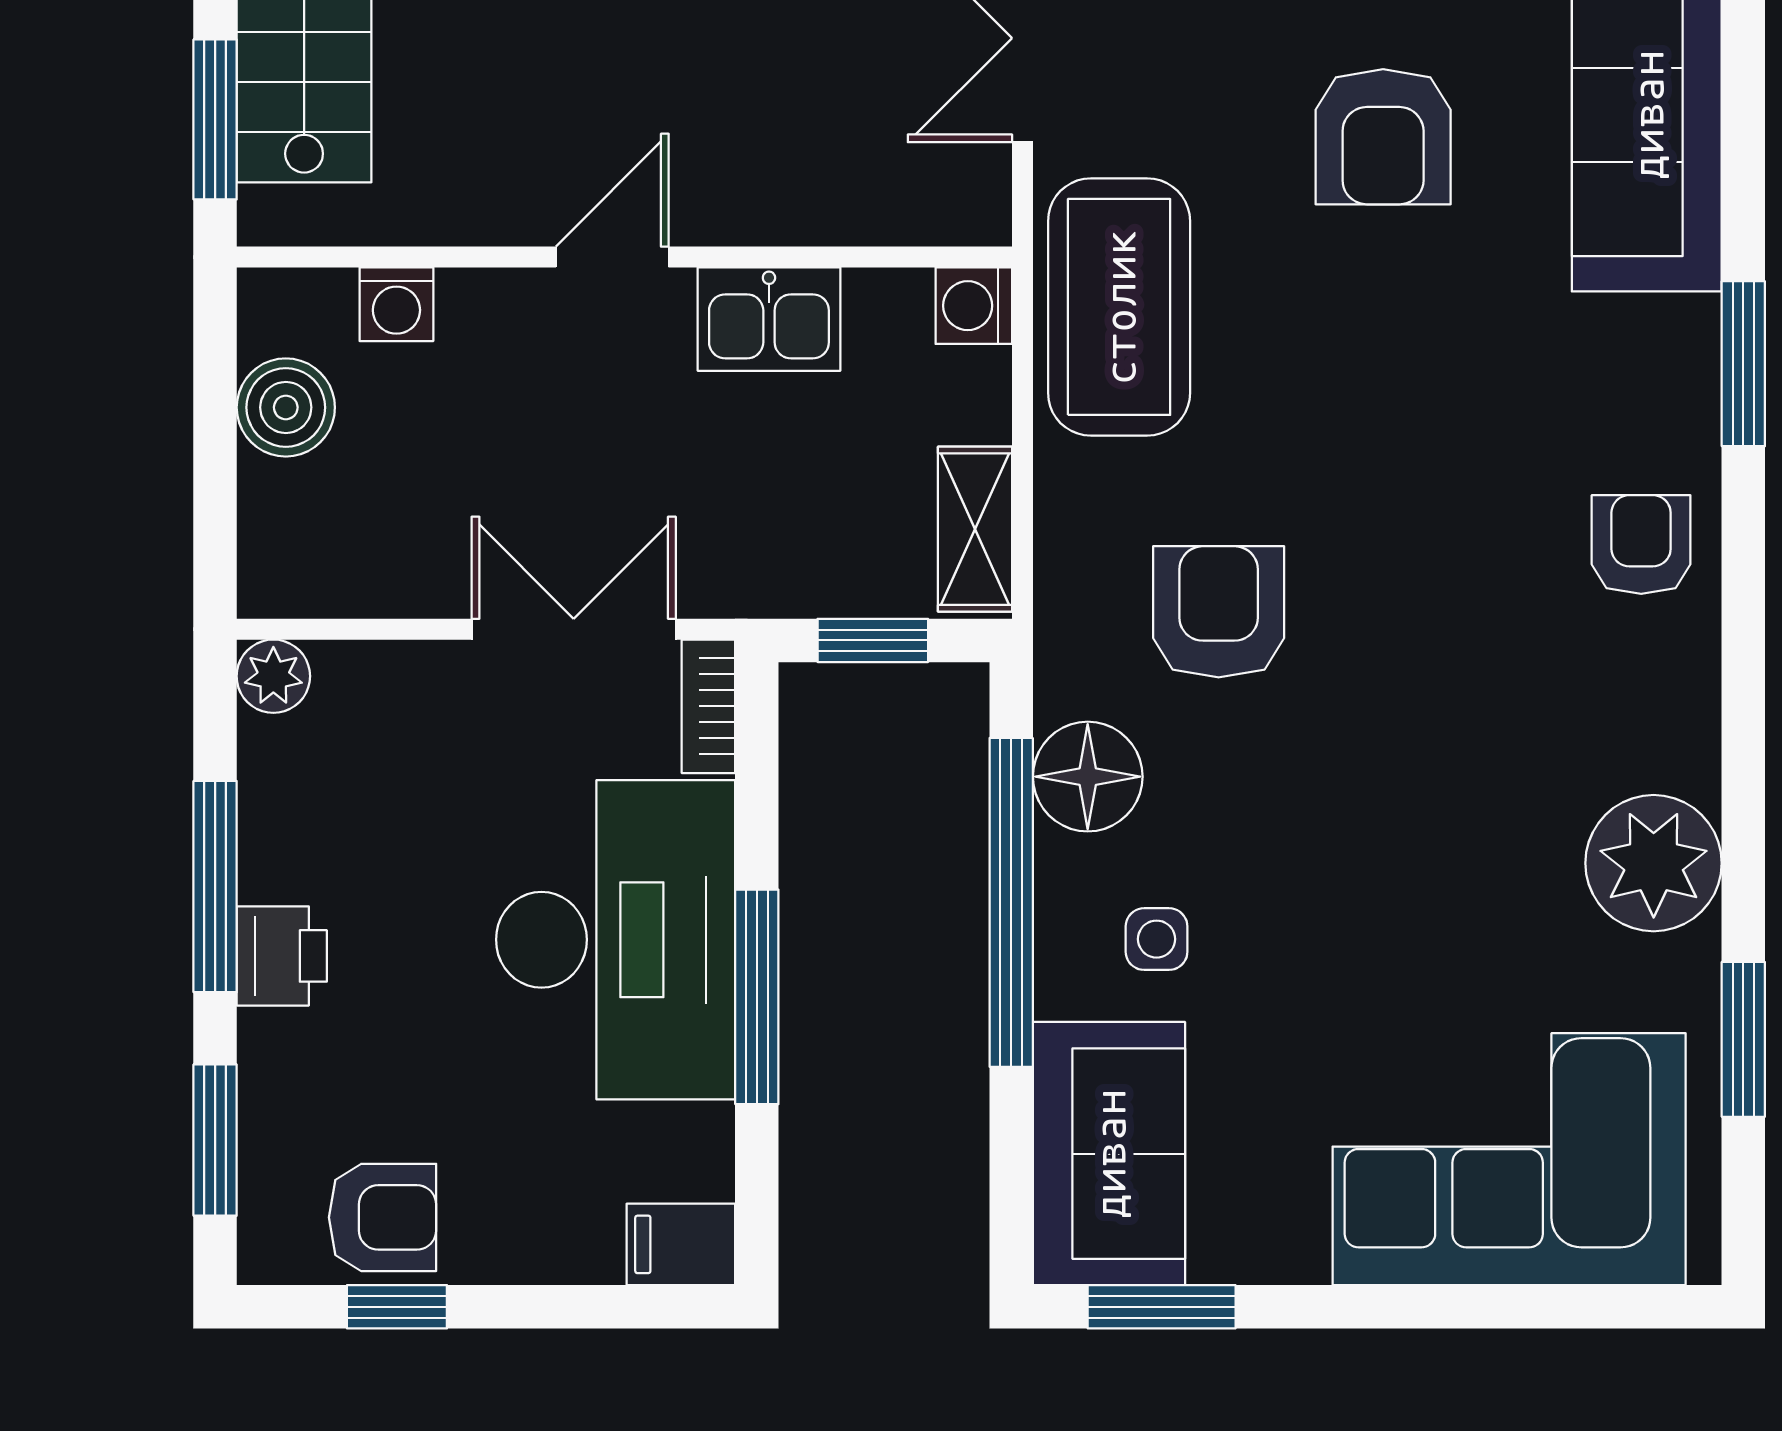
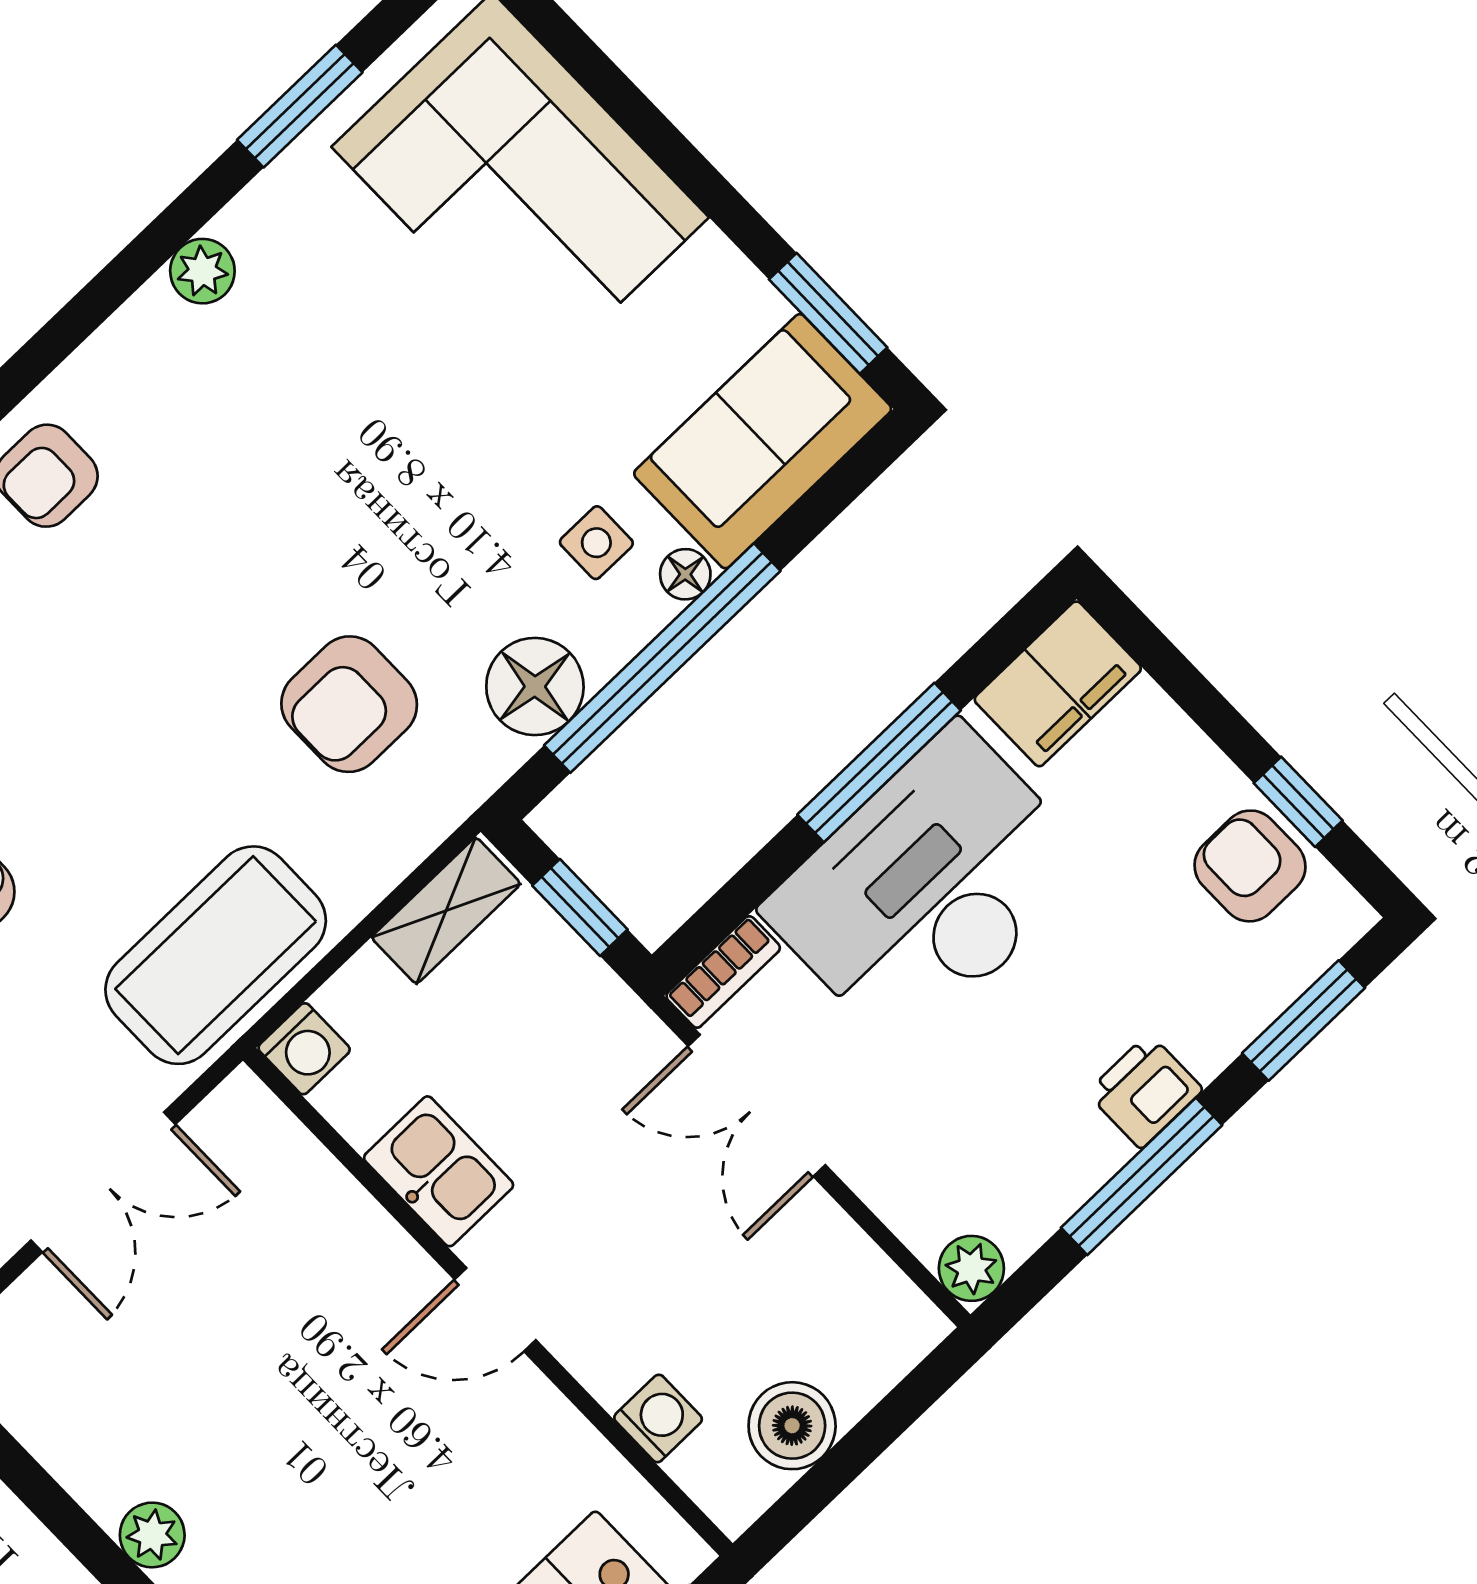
plant: (1654, 863) -> (202, 271), width x0.53, depth x0.53
floor lamp: (1061, 987) -> (685, 574), added
filing cabinet: (681, 1244) -> (1058, 684), width x2.00

